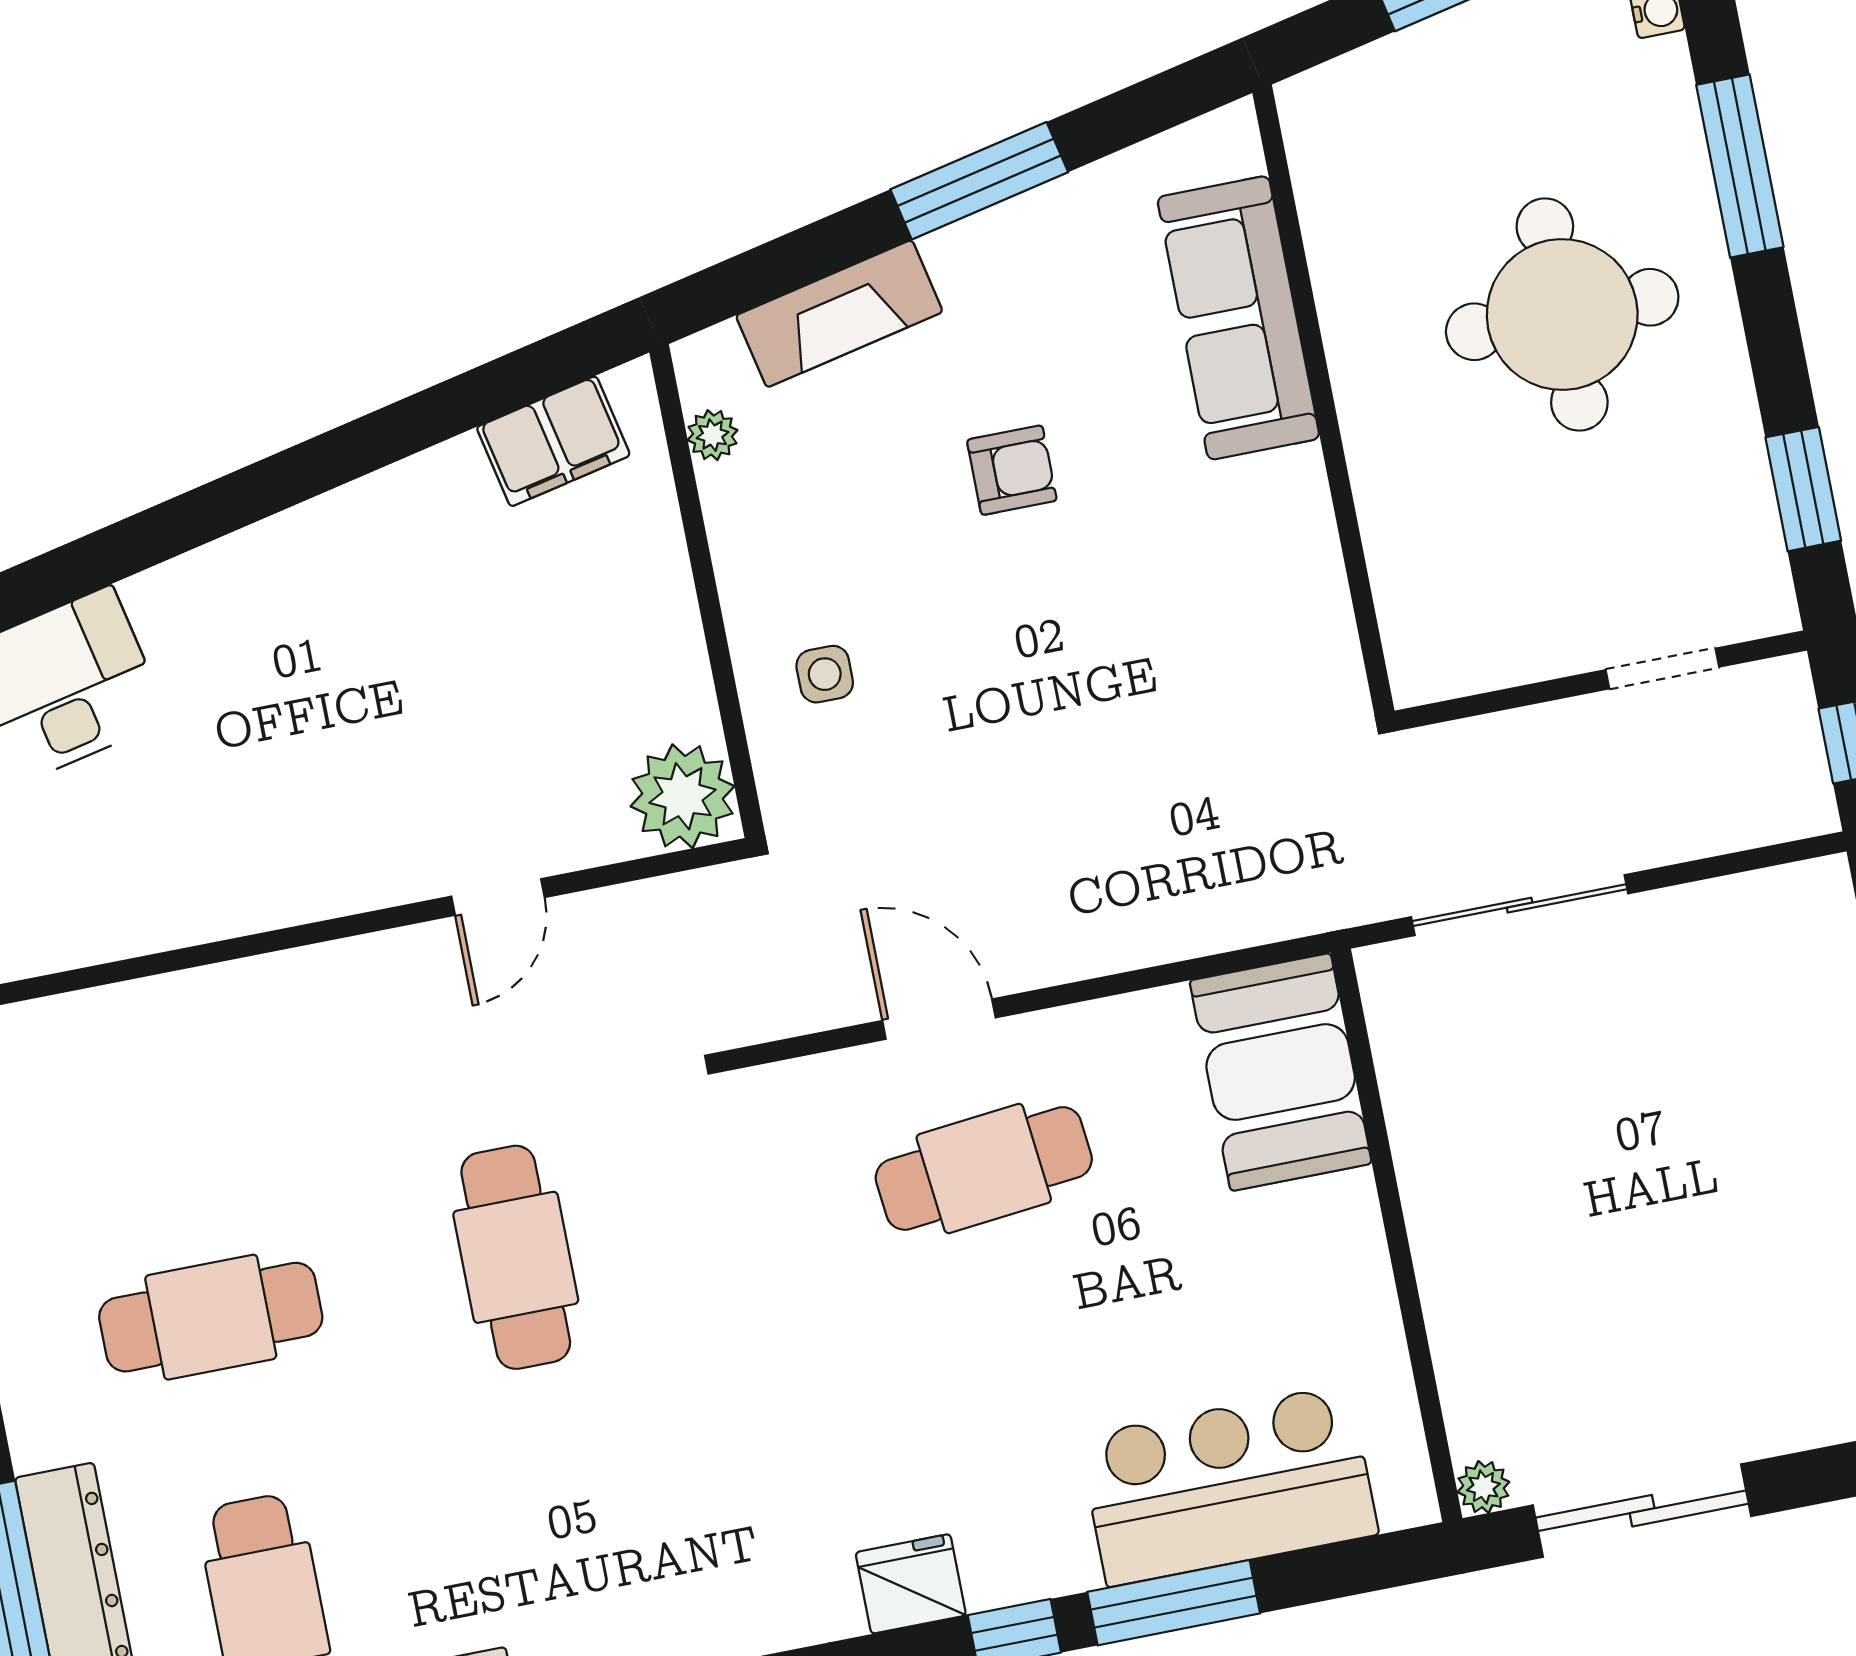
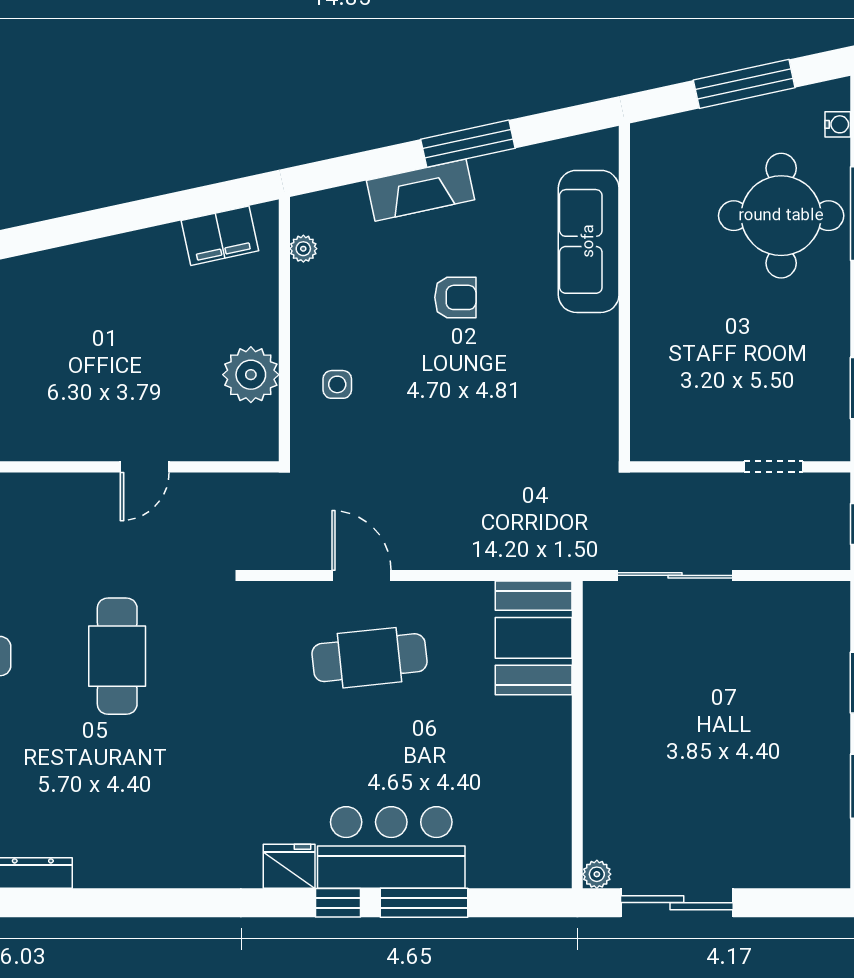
fireplace: (839, 314) -> (421, 190), moved
round table: (1562, 315) -> (781, 216), moved
plant: (682, 796) -> (251, 375), moved
bar counter: (1228, 1485) -> (391, 847), moved

